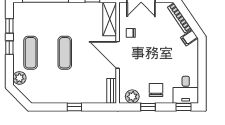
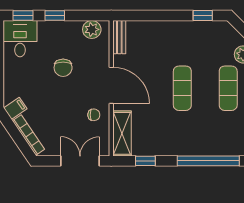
chair: (156, 90) -> (63, 68), moved
window: (74, 107) -> (203, 16), moved
window: (148, 107) -> (55, 16), moved

